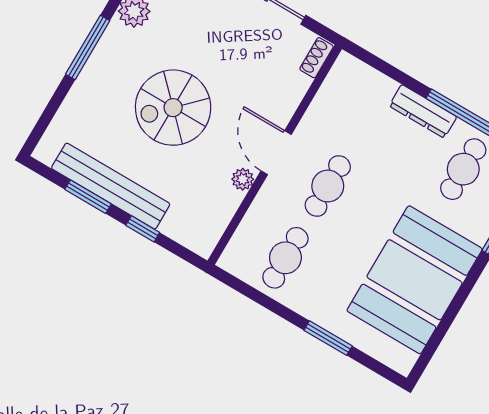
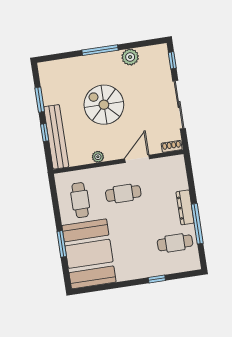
door: (276, 153) -> (137, 159), moved
bench: (111, 186) -> (56, 137), moved
cafe table: (285, 258) -> (80, 200), turned 90
booth: (415, 280) -> (89, 254), moved, turned 90

